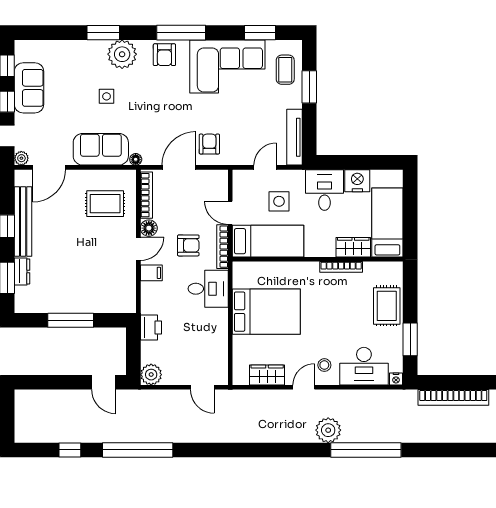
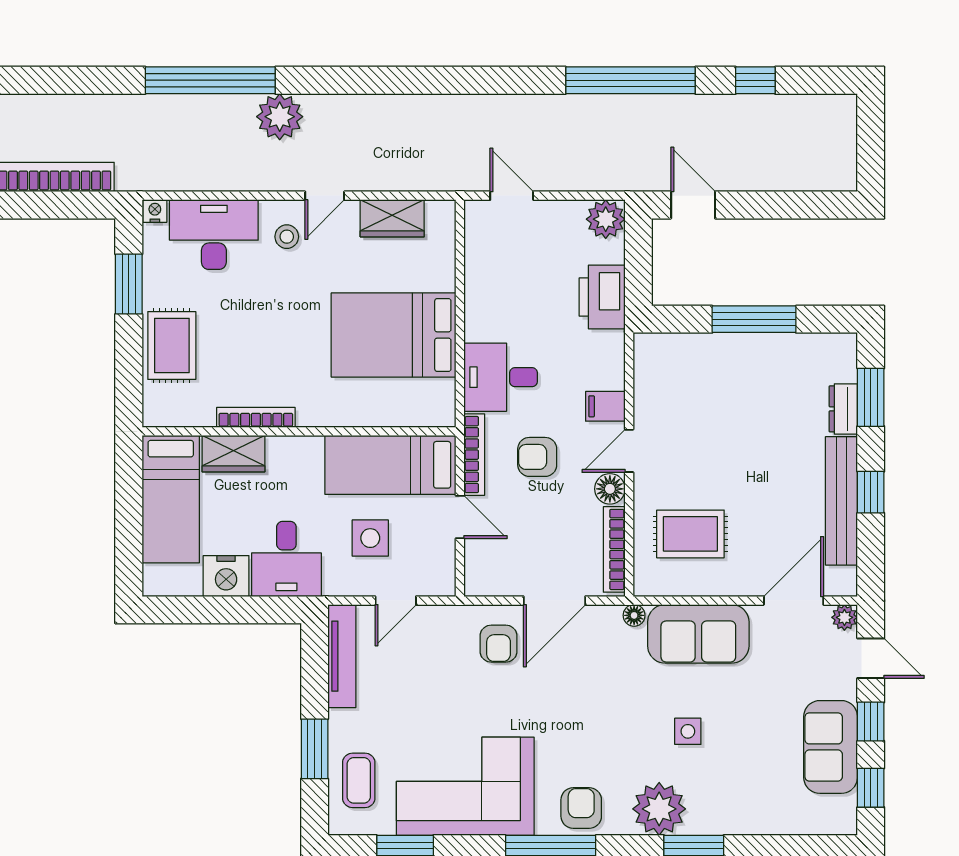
printer: (151, 328) -> (602, 297), width x1.37, depth x1.19

